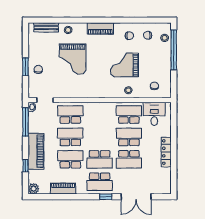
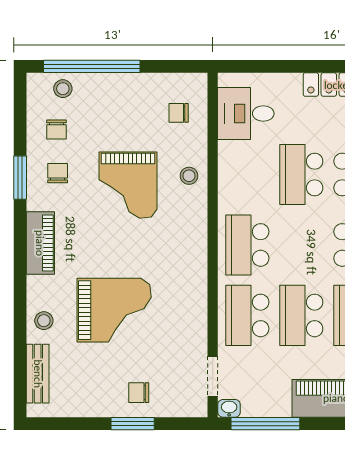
window: (128, 20) -> (20, 178), added
school desk: (129, 115) -> (247, 245), moved

